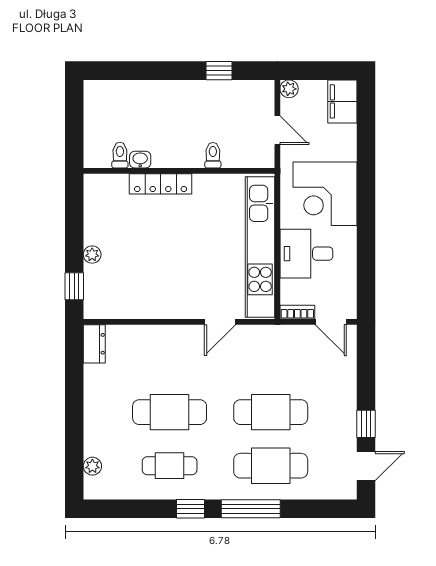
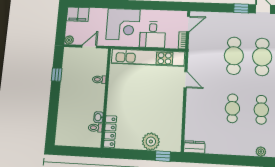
locker: (161, 184) -> (110, 131), moved
plant: (92, 255) -> (151, 142), width x1.88, depth x1.88
cafe table: (170, 412) -> (232, 108), width x0.73, depth x0.74

